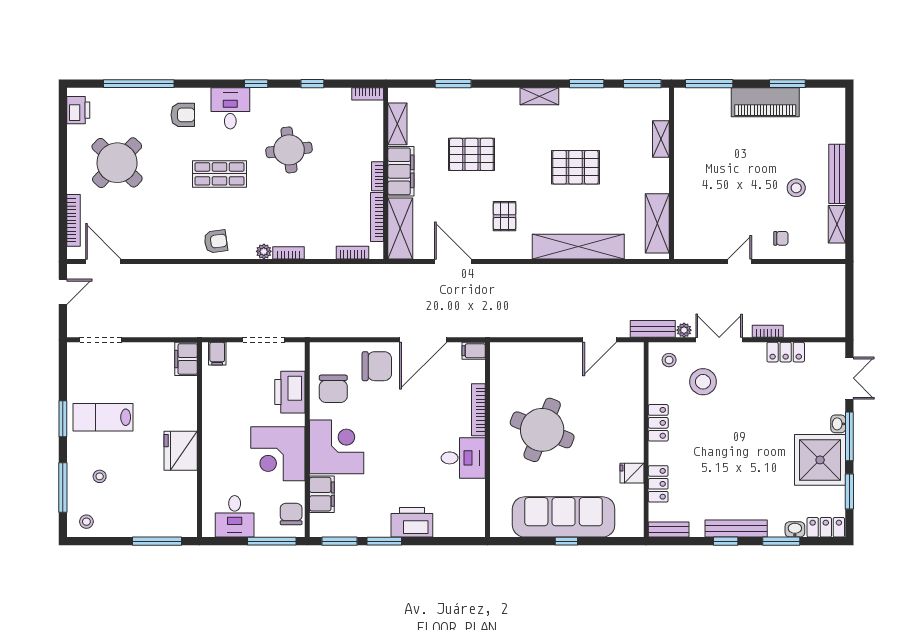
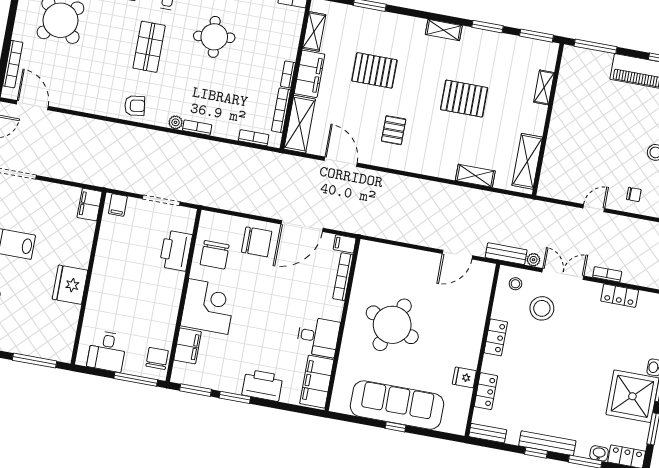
shop shelf: (220, 174) -> (149, 47), turned 90
shelving: (578, 247) -> (475, 176), width x0.45, depth x0.75
bookcase: (478, 410) -> (343, 277), moved
corner desk: (278, 454) -> (155, 303), removed
filing cabinet: (471, 507) -> (317, 382), added

